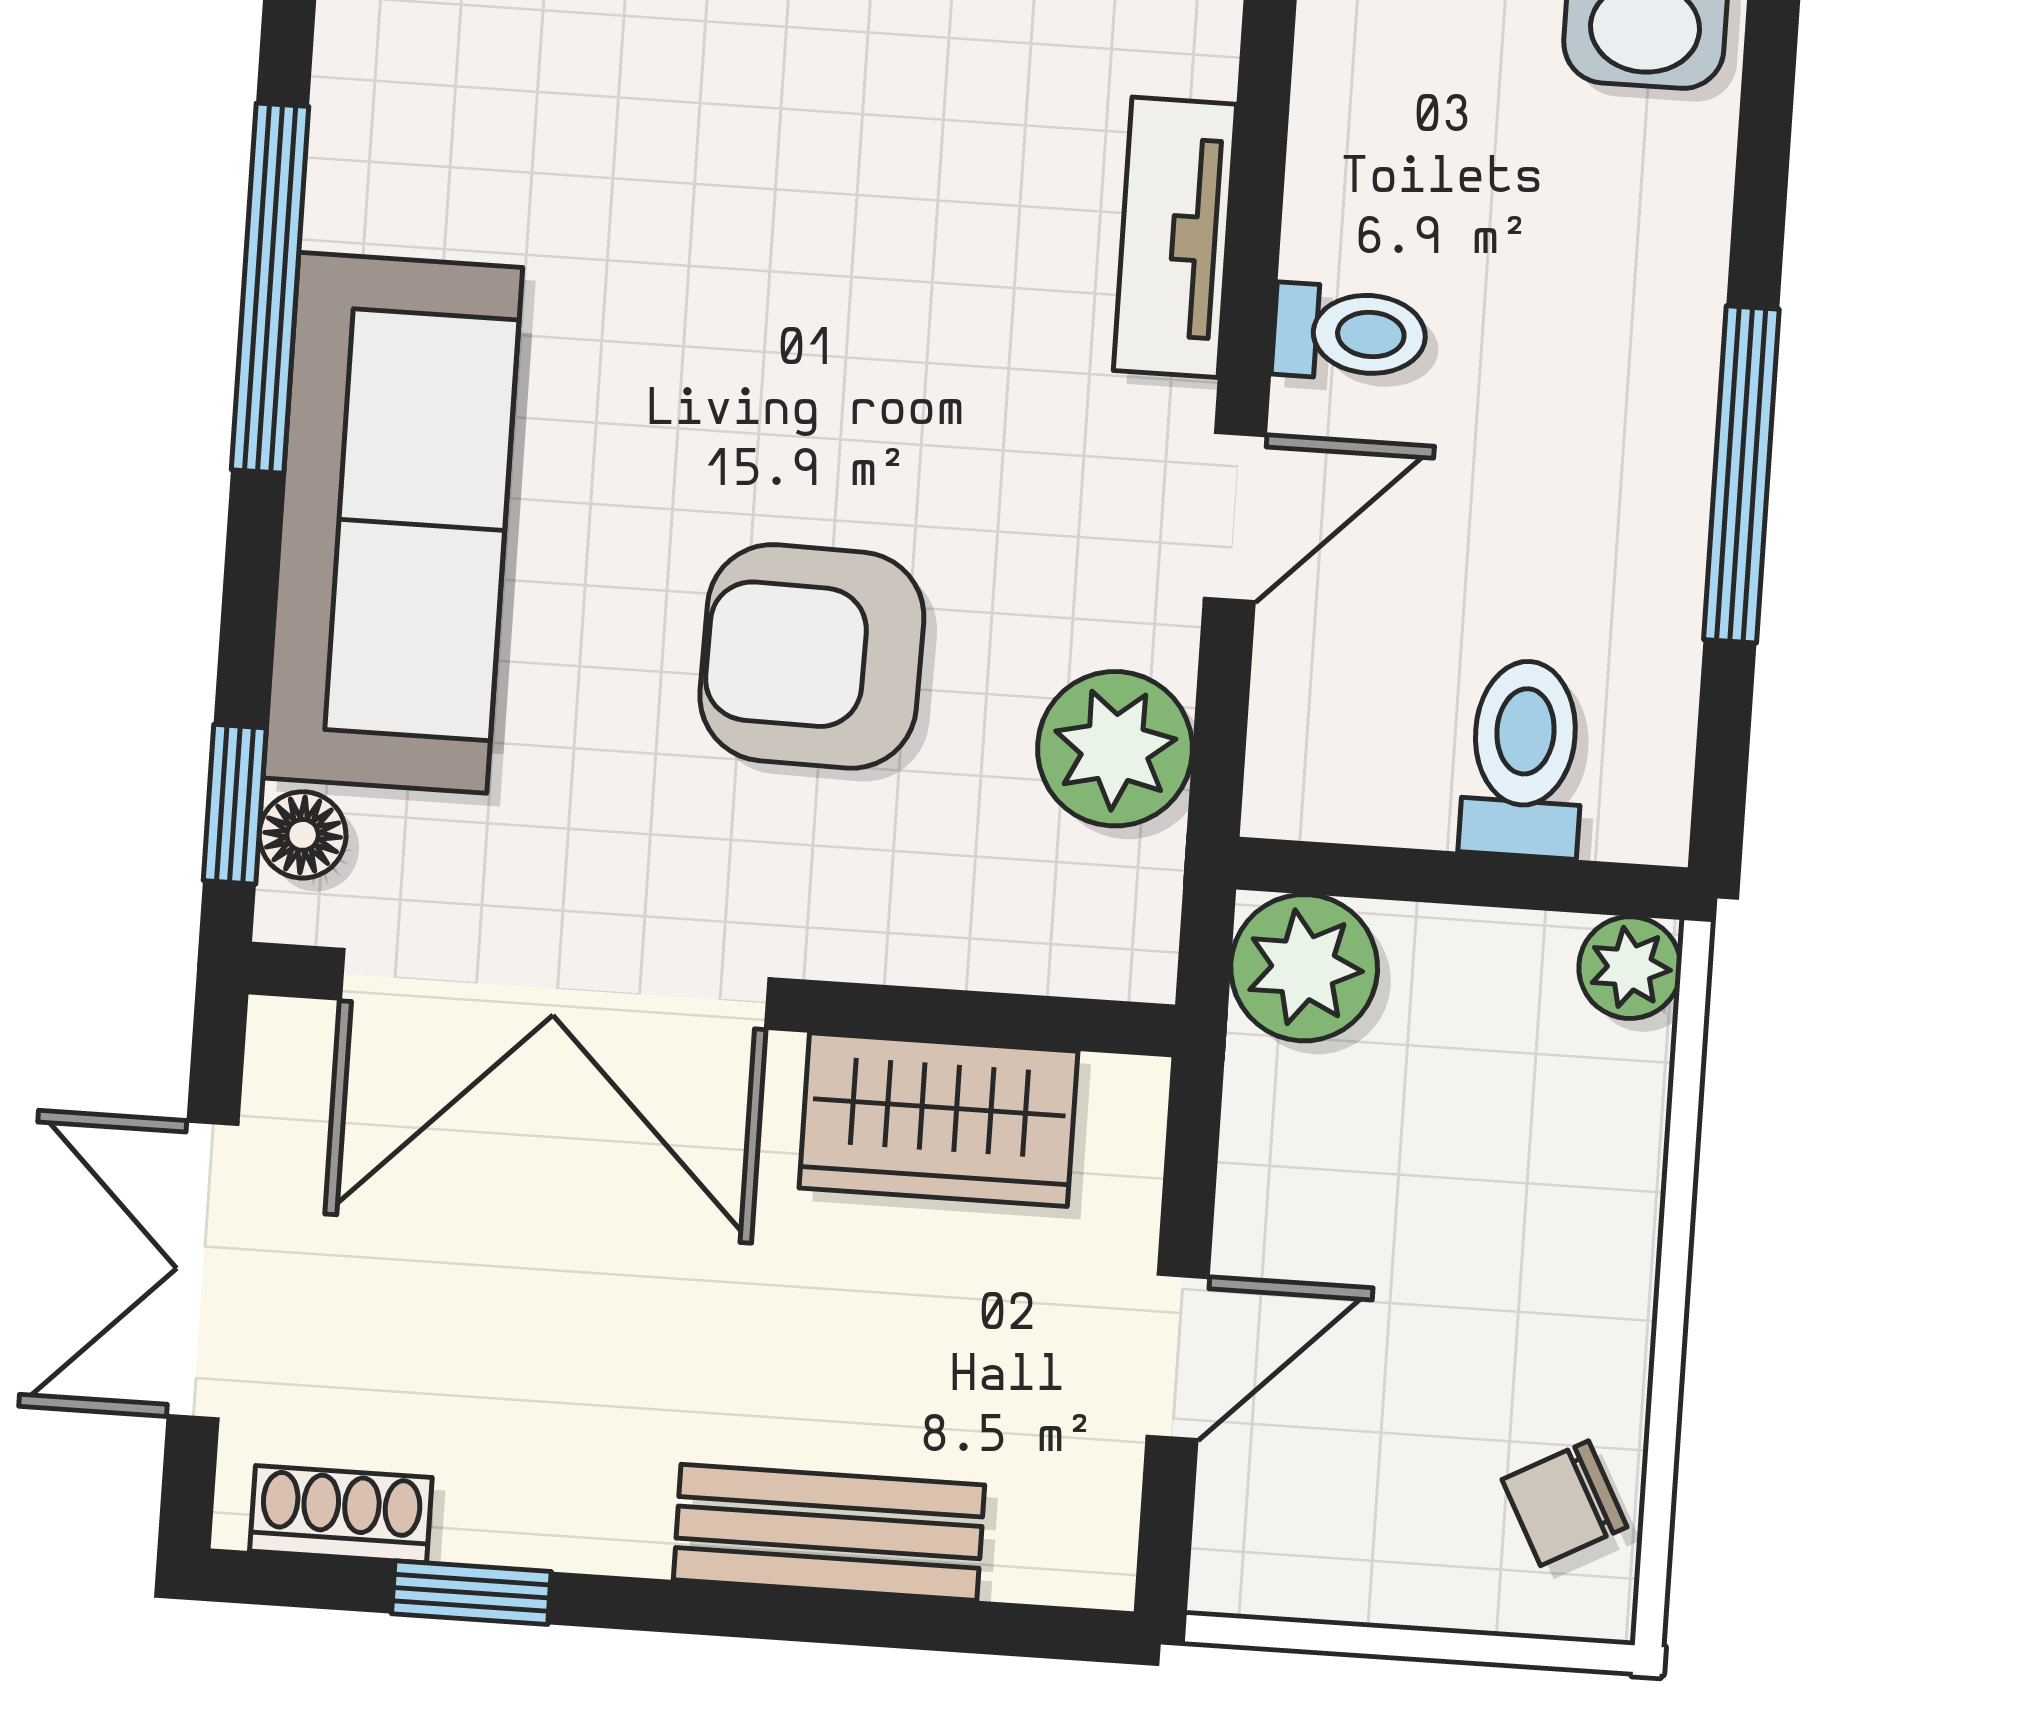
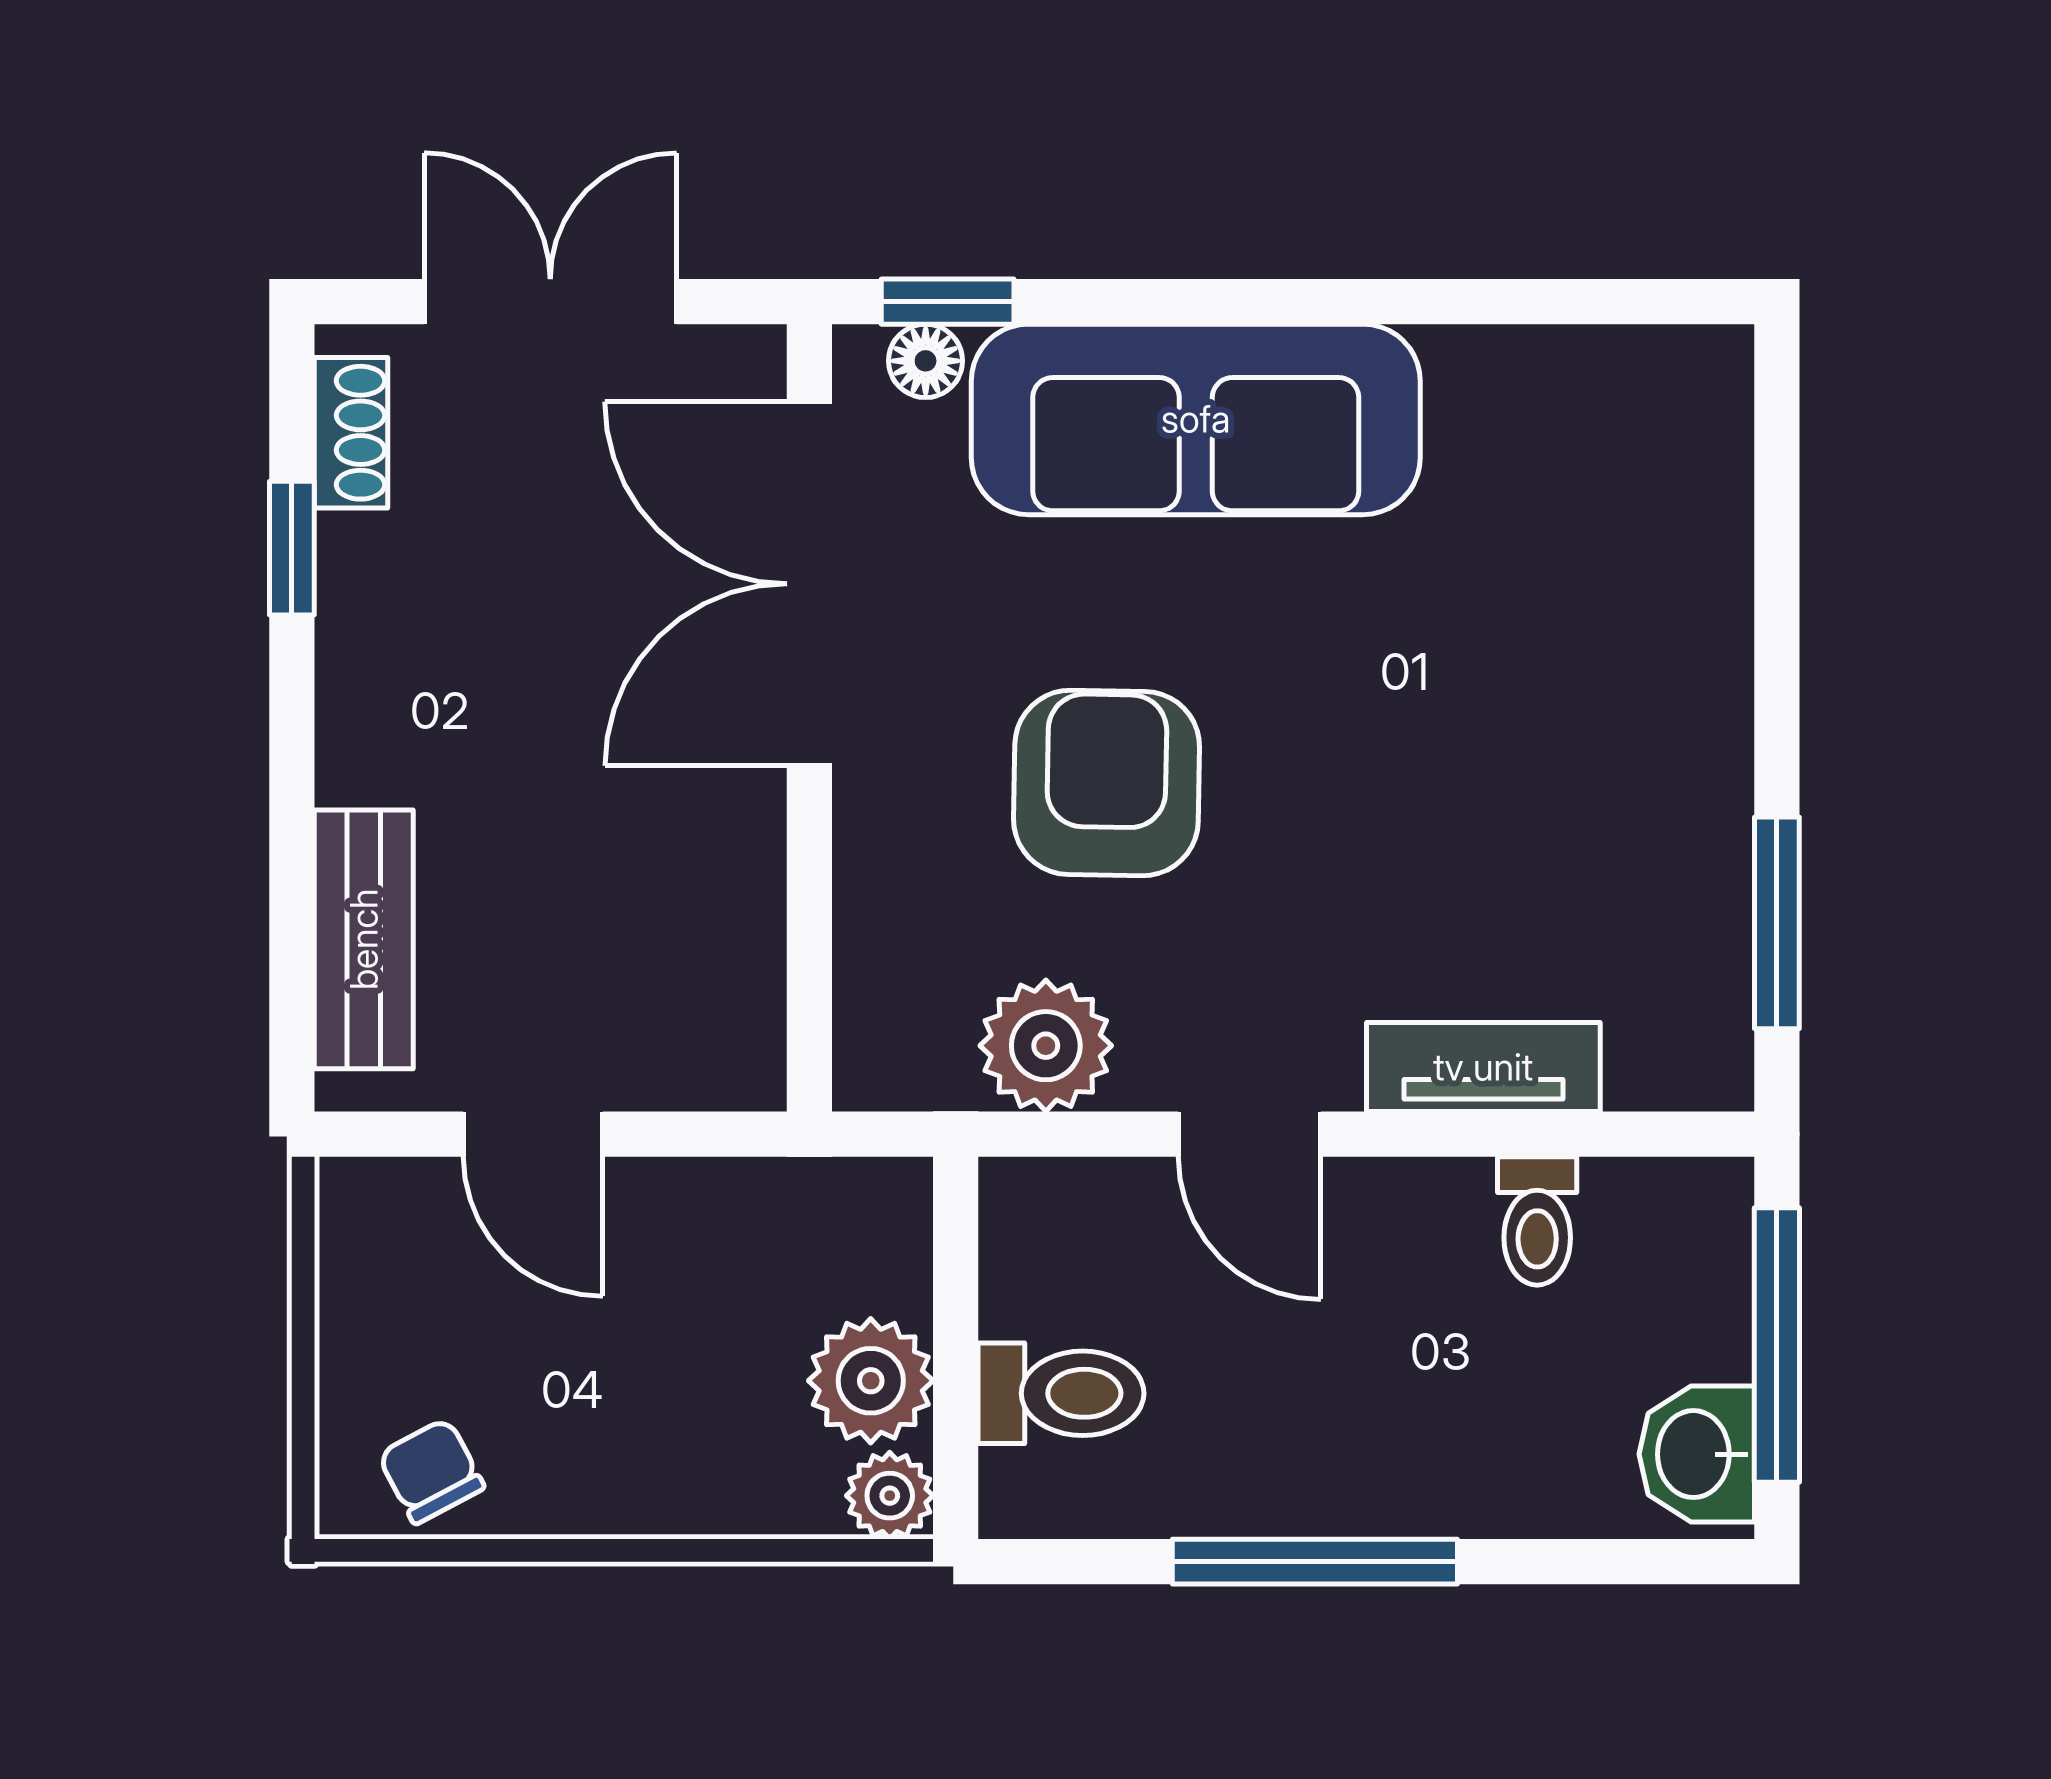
window: (270, 288) -> (1388, 302), removed
toilet: (1350, 333) -> (1537, 1221), moved
plant: (1304, 968) -> (871, 1381), moved
wardrobe: (938, 1120) -> (721, 917), removed
bench: (829, 1532) -> (364, 939), moved

